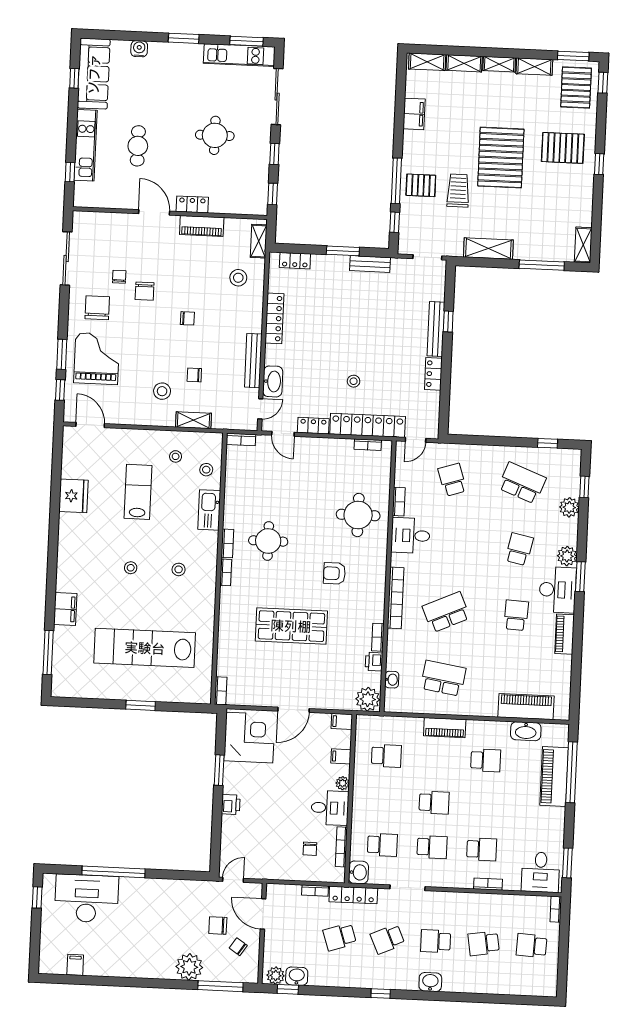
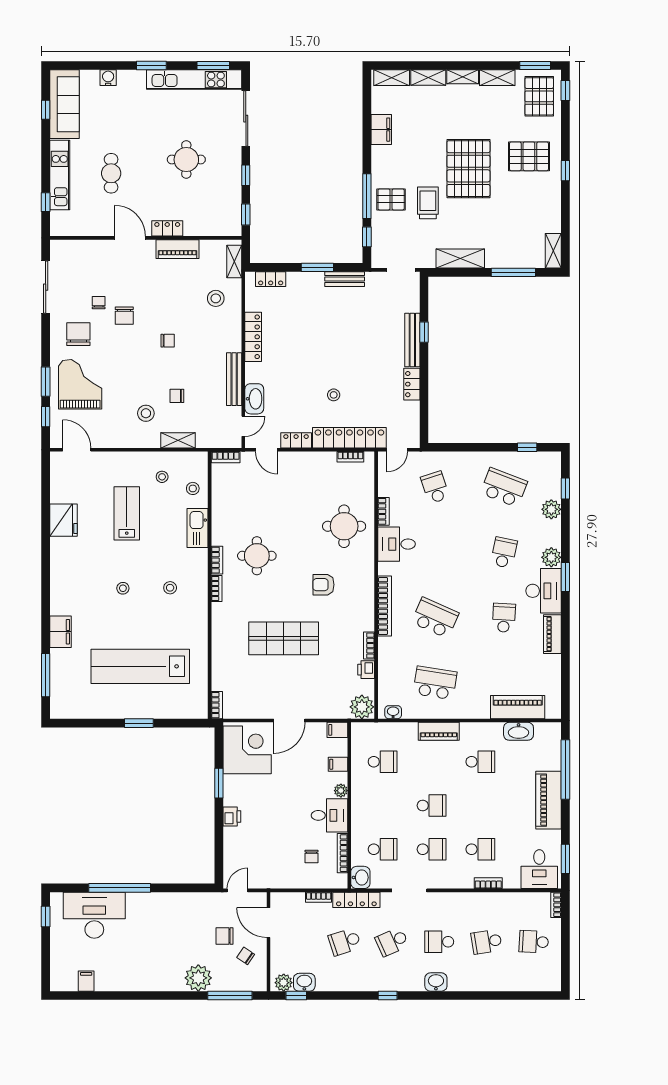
kitchen unit: (239, 55) -> (194, 80), width x1.36
school desk: (446, 612) -> (435, 618), turned 48
washbasin: (392, 680) -> (393, 712), moved, turned -90
piano: (554, 777) -> (548, 800), moved

